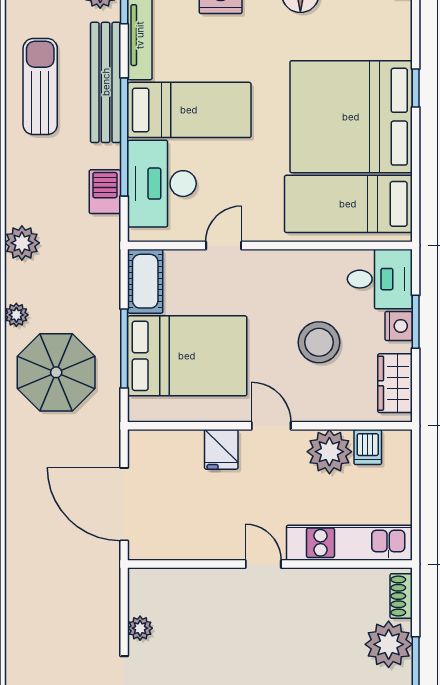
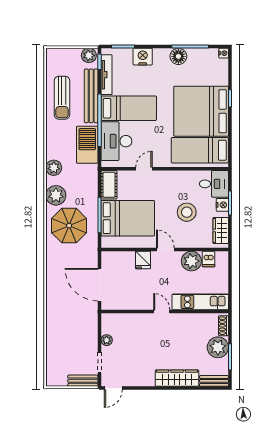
sun lounger: (40, 87) -> (62, 98), turned 180
barbecue: (105, 192) -> (87, 145), width x1.88, depth x1.53
plant: (16, 315) -> (56, 195), width x1.88, depth x1.88

